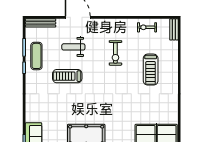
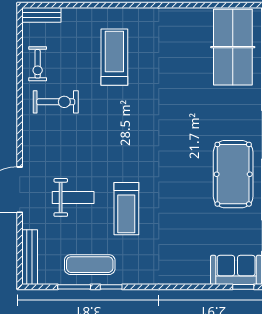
weight bench: (73, 47) -> (73, 197), turned -90
exercise bike: (115, 53) -> (56, 102), moved
treadmill: (151, 70) -> (114, 57), turned -90

